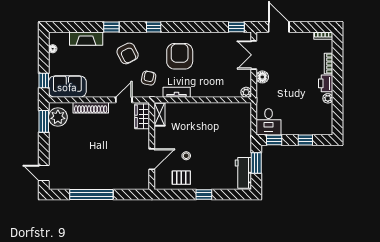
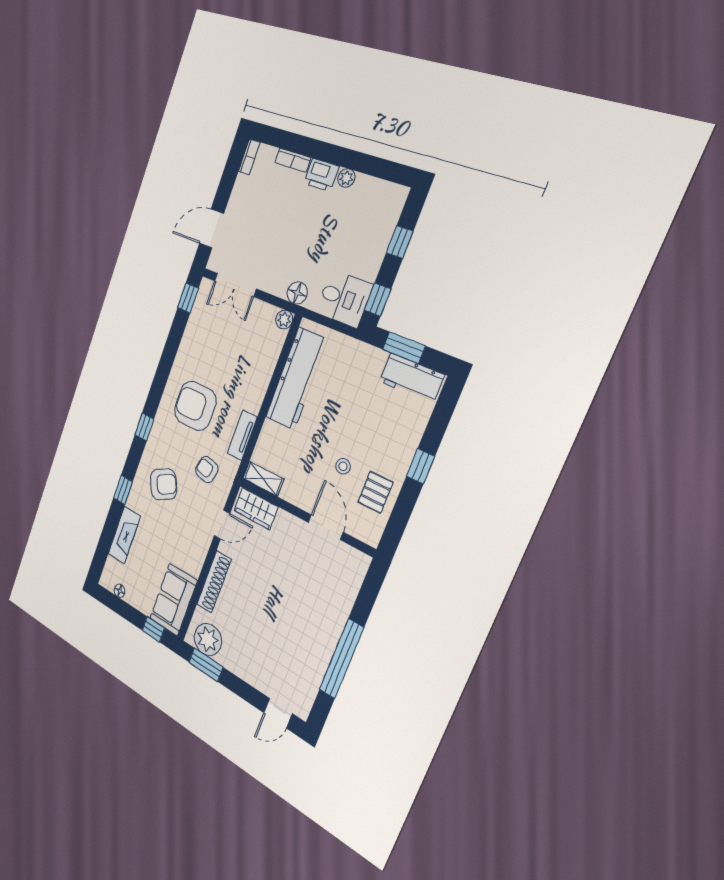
floor lamp: (262, 77) -> (297, 293), moved
door: (124, 100) -> (222, 525), swing flipped
workbench: (219, 112) -> (297, 379), added

